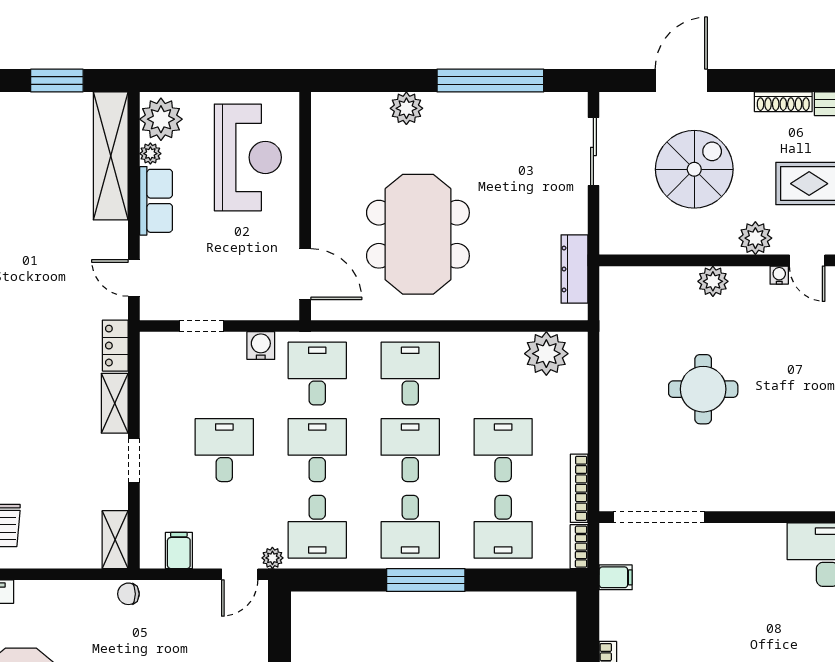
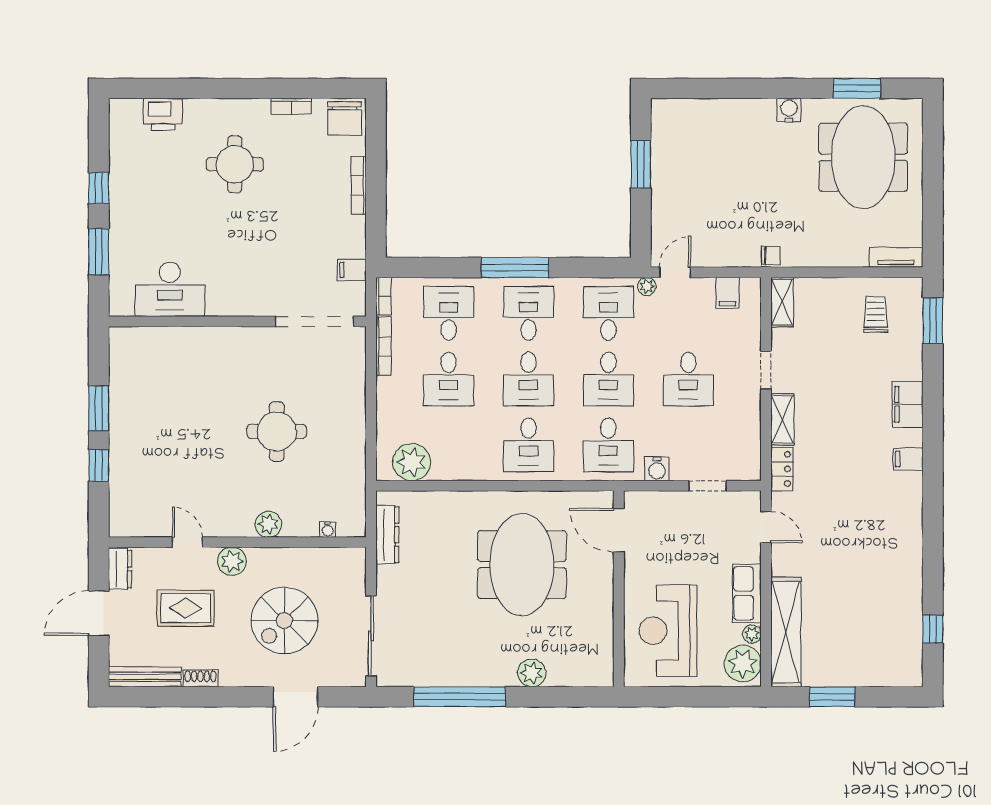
shoe rack: (783, 102) -> (200, 679), width x0.70
sliding door: (593, 151) -> (371, 636), width x1.37
water cooler: (779, 275) -> (328, 529), moved

